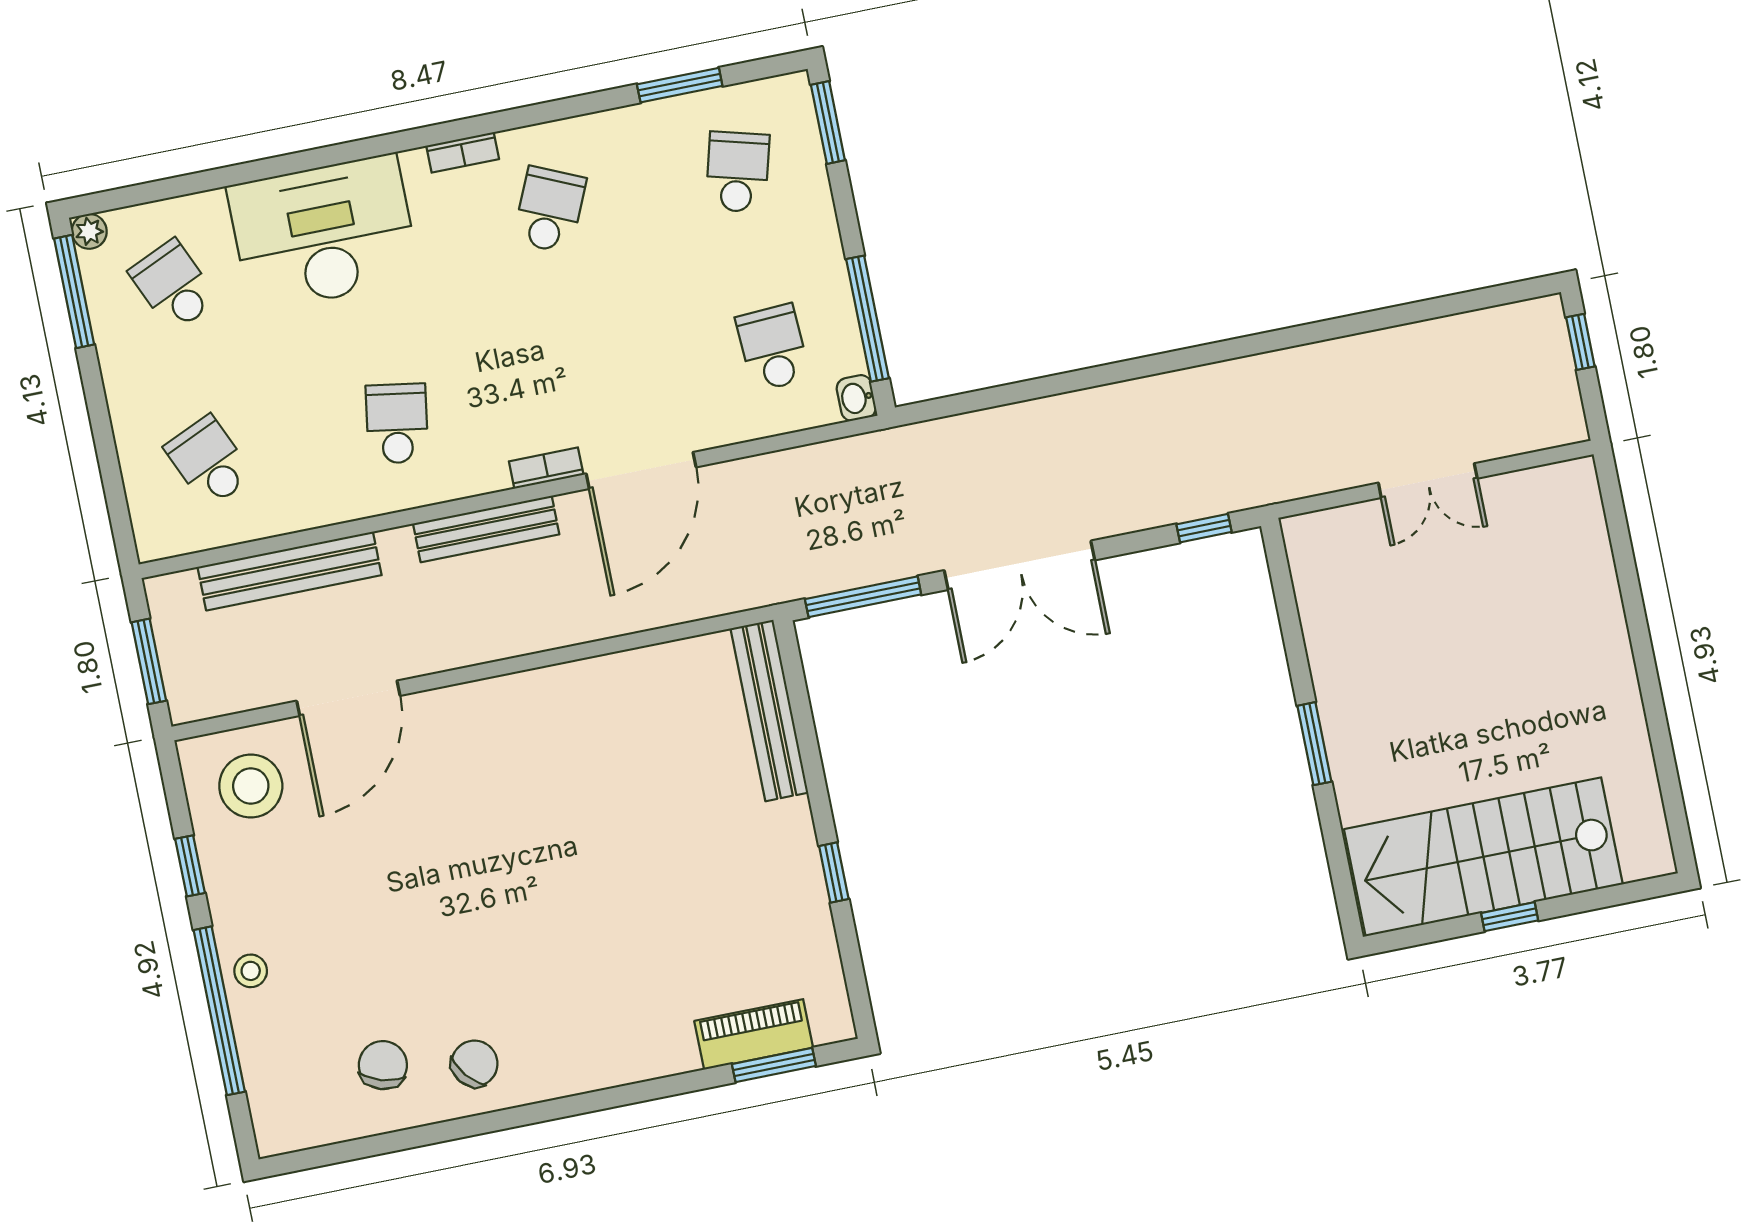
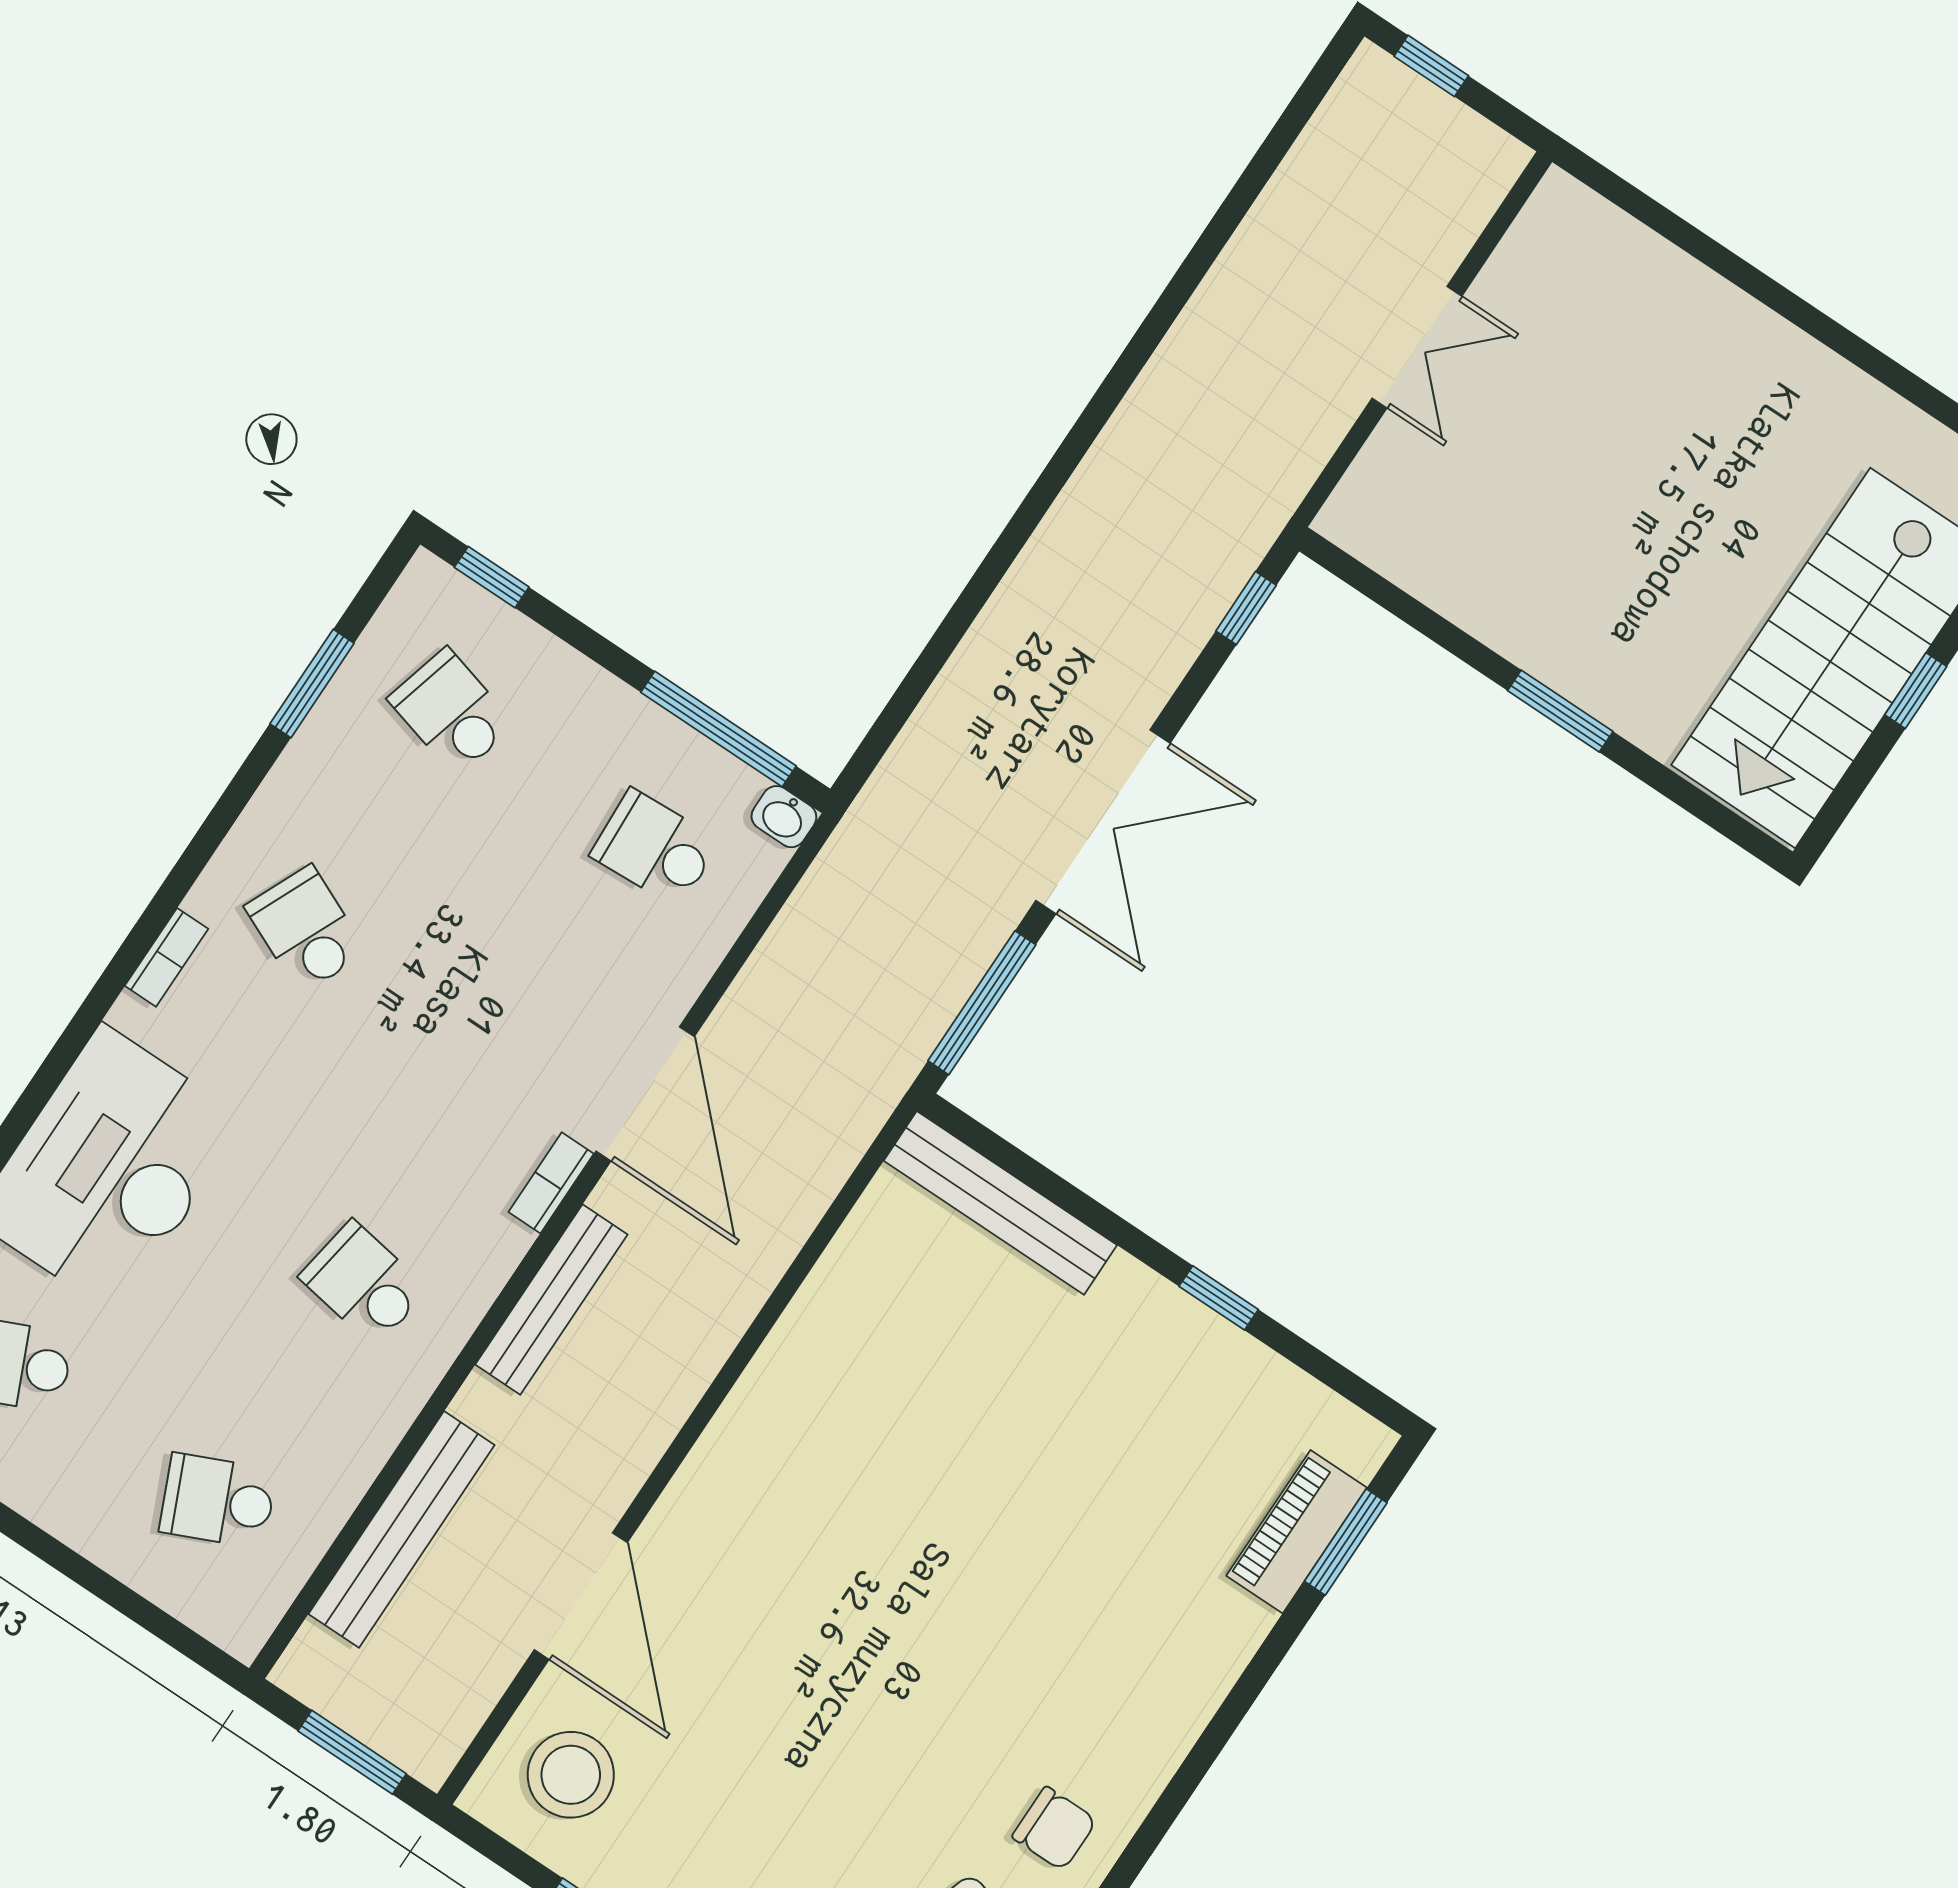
window: (828, 123) -> (492, 577), width x0.67
chair: (474, 1064) -> (1054, 1829), turned 129

